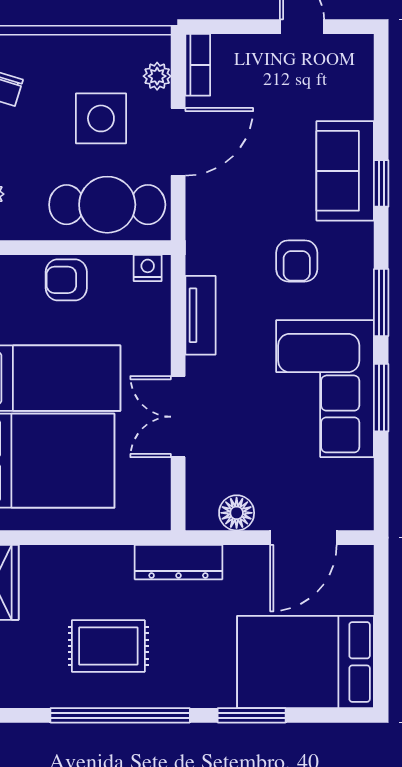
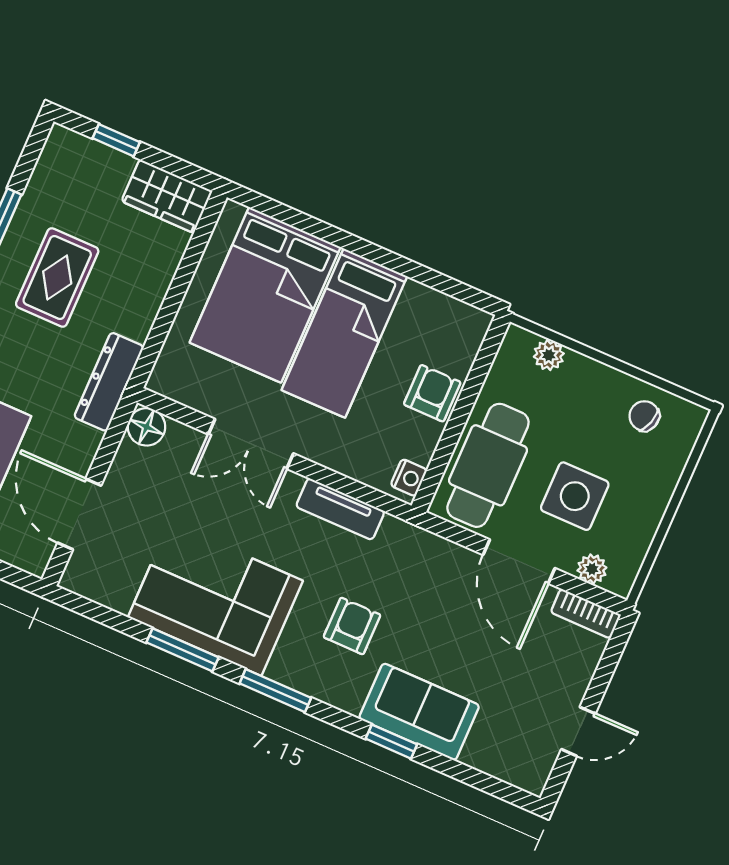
armchair: (297, 261) -> (352, 626), turned 90
double door: (178, 417) -> (251, 444), swing flipped
floor lamp: (237, 513) -> (146, 427), moved

